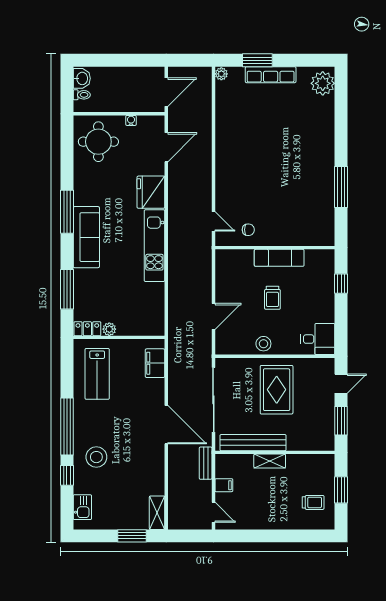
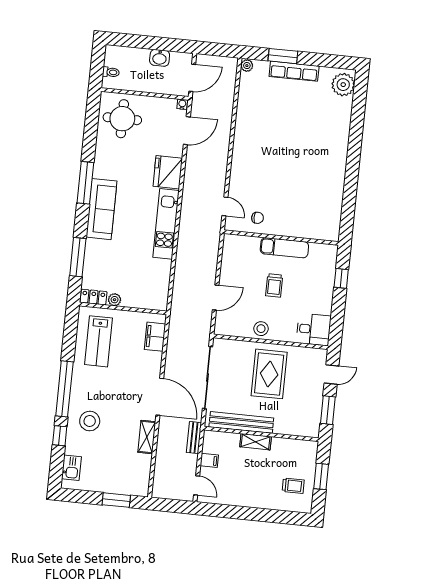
washbasin: (82, 78) -> (160, 58), moved, turned 90
water cooler: (131, 120) -> (182, 104), moved
window: (341, 187) -> (351, 186), removed
shelving: (157, 513) -> (147, 437), moved

